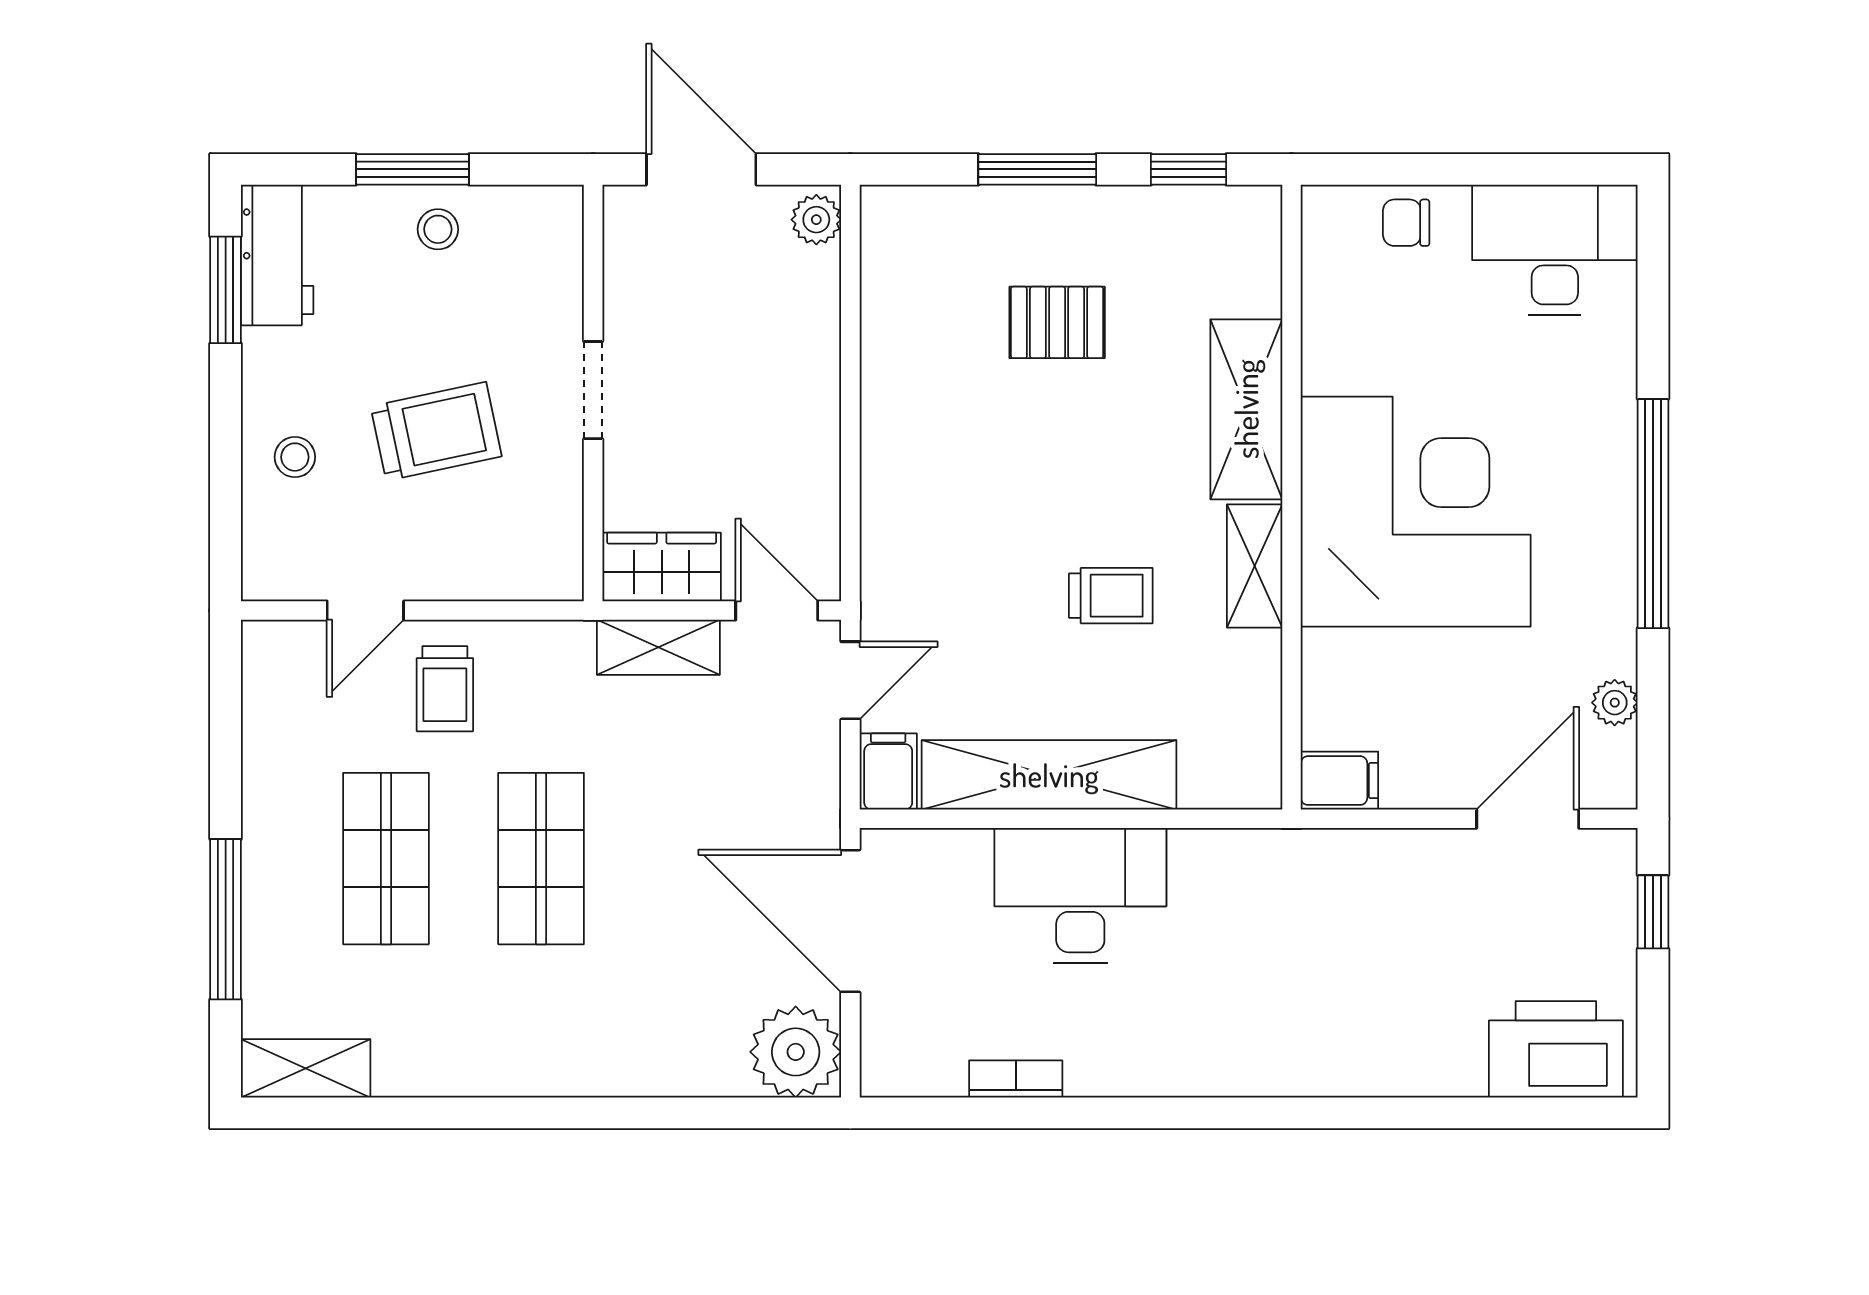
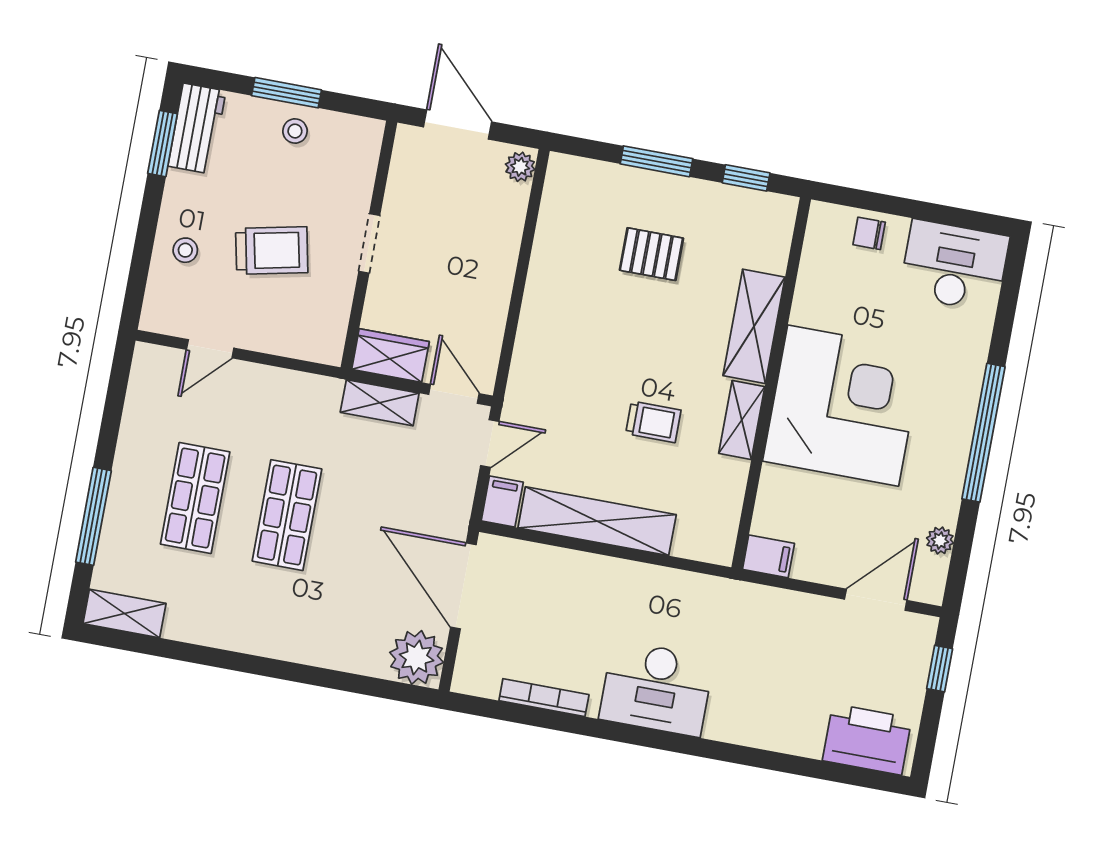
trolley: (445, 689) -> (249, 404), removed
desk: (1080, 896) -> (656, 688), moved, turned 180
bookcase: (1016, 1079) -> (544, 698), width x1.56

